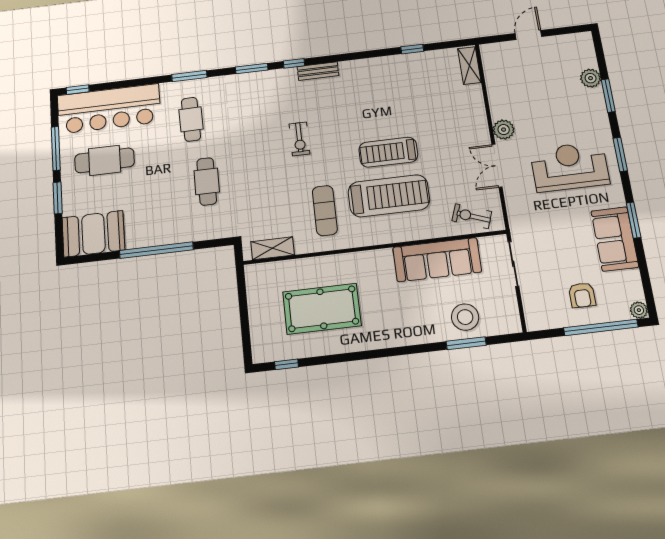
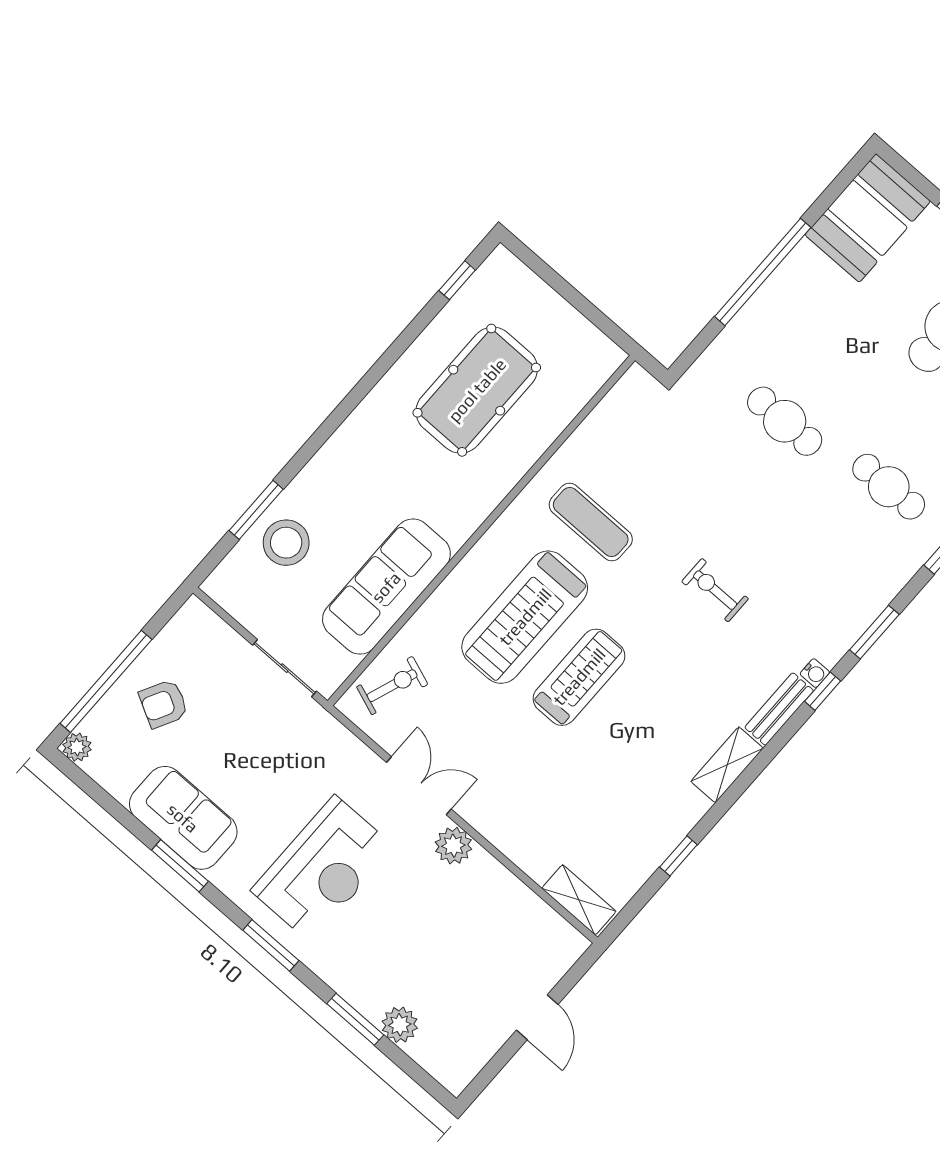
water cooler: (290, 73) -> (815, 673), added
shelving: (273, 248) -> (727, 765), moved
armchair: (582, 295) -> (164, 704), turned -62

